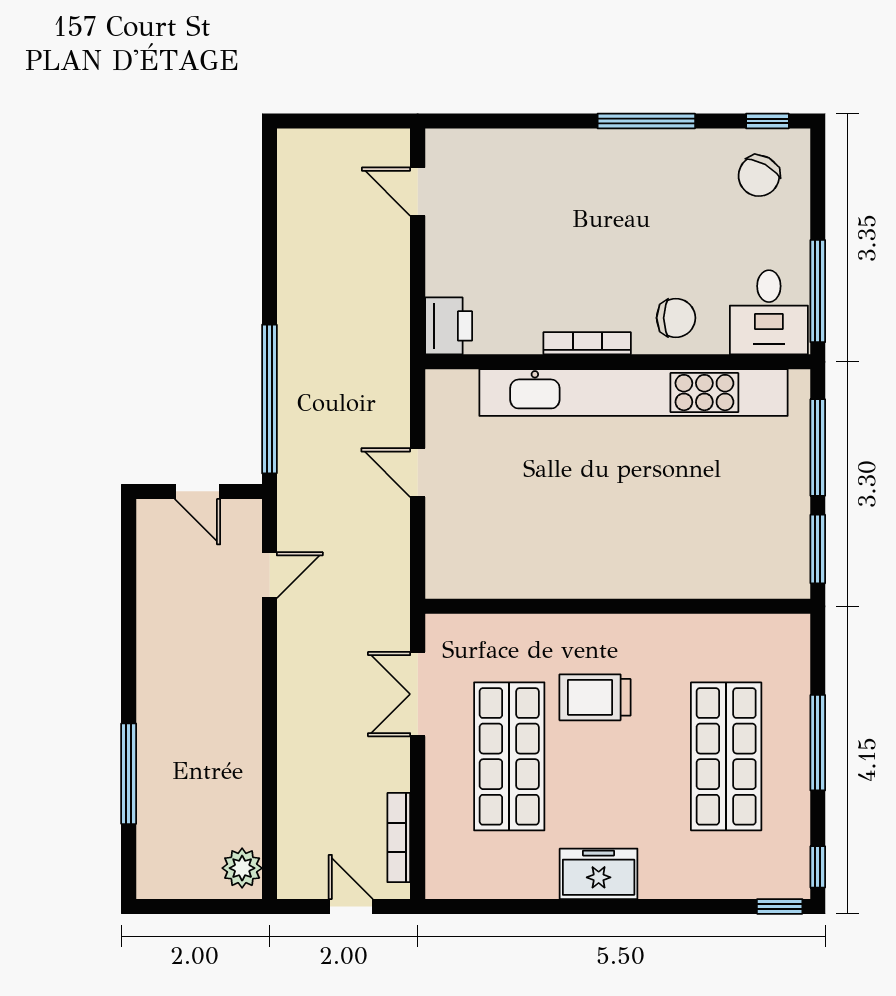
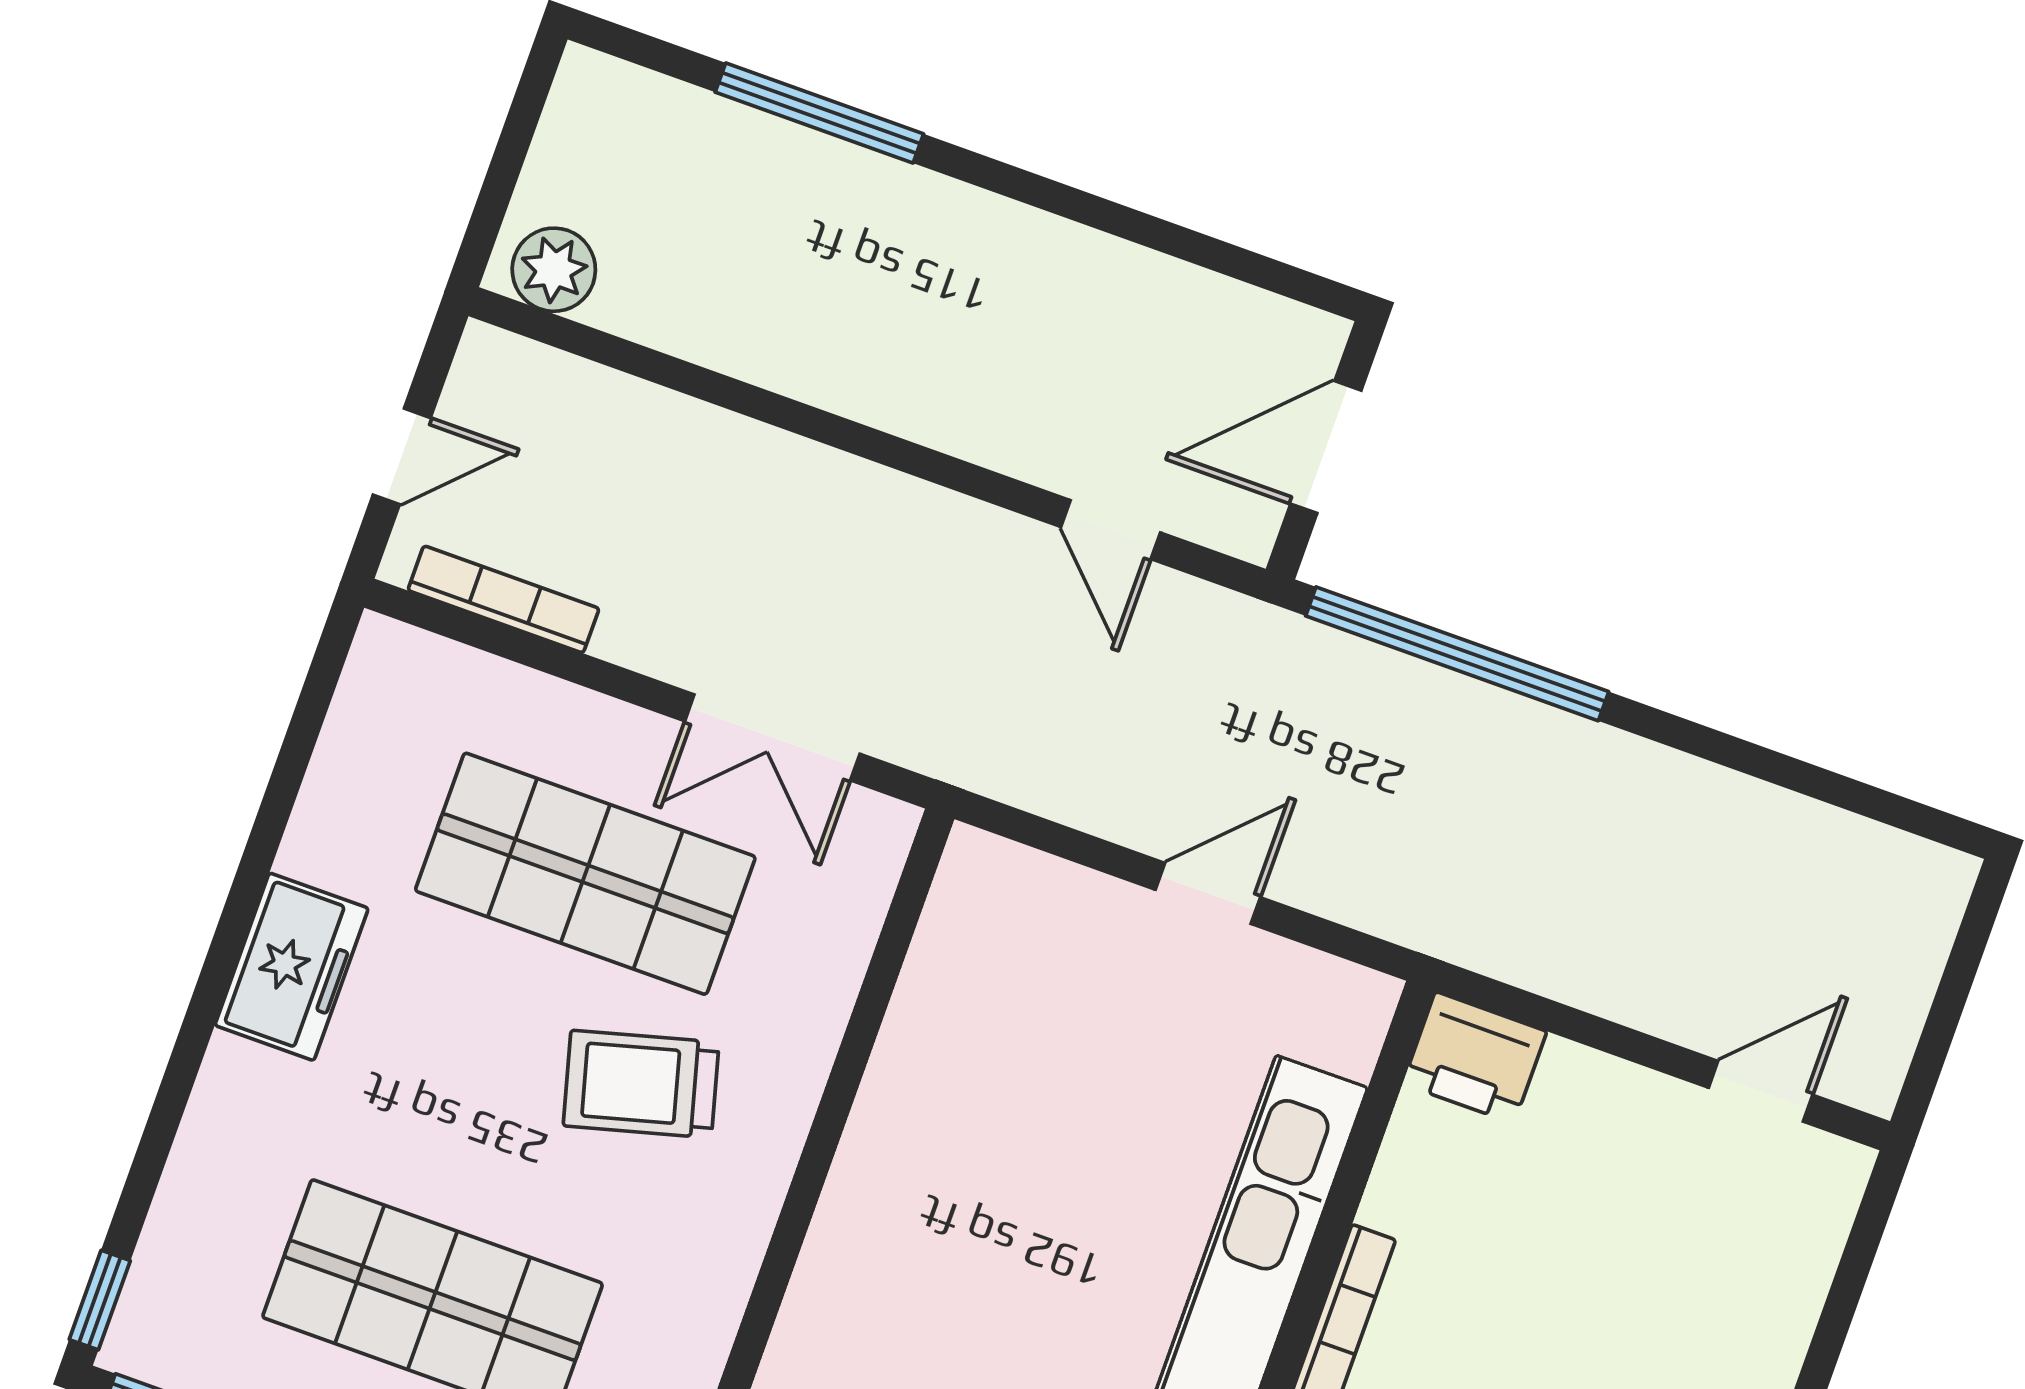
door: (197, 491) -> (1326, 447), width x1.38
double door: (418, 694) -> (772, 737), swing flipped
trolley: (595, 697) -> (641, 1084), turned -105

